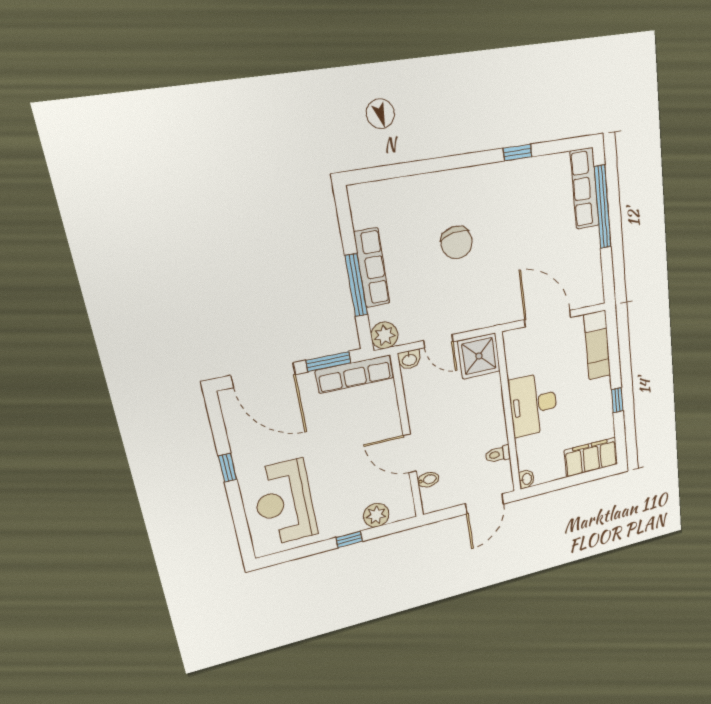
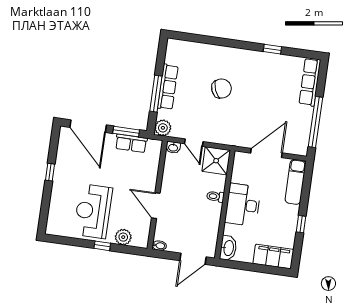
window: (603, 207) -> (315, 122), moved
chair: (457, 242) -> (221, 89), turned -102
door: (548, 318) -> (266, 153), hinge flipped
row of seats: (355, 374) -> (131, 143), width x0.68
toilet: (498, 454) -> (215, 196), moved
washbasin: (526, 479) -> (228, 248), width x1.91, depth x1.45
bidet: (428, 480) -> (159, 246), moved
reception desk: (284, 503) -> (93, 211), moved

